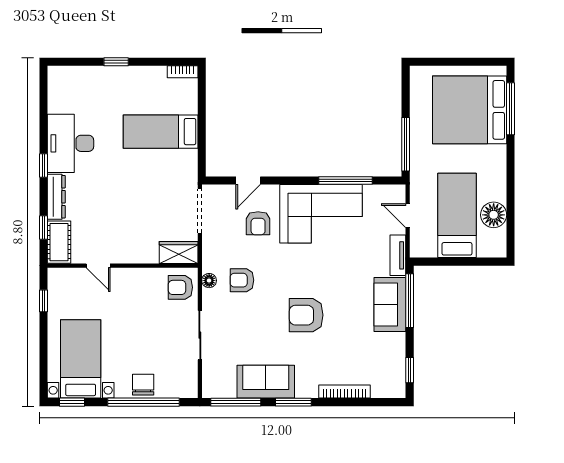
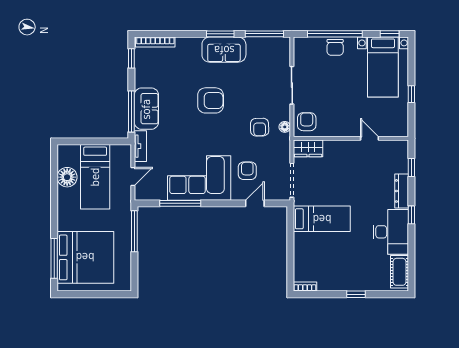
bed: (161, 132) -> (322, 219), moved
door: (408, 216) -> (133, 176), hinge flipped
cot: (59, 242) -> (399, 272), moved
armchair: (242, 280) -> (260, 127), turned 89
armchair: (180, 287) -> (307, 122), turned -90
window: (43, 301) -> (411, 94), moved
sofa: (266, 382) -> (224, 50), moved
bookcase: (344, 392) -> (155, 42), moved

